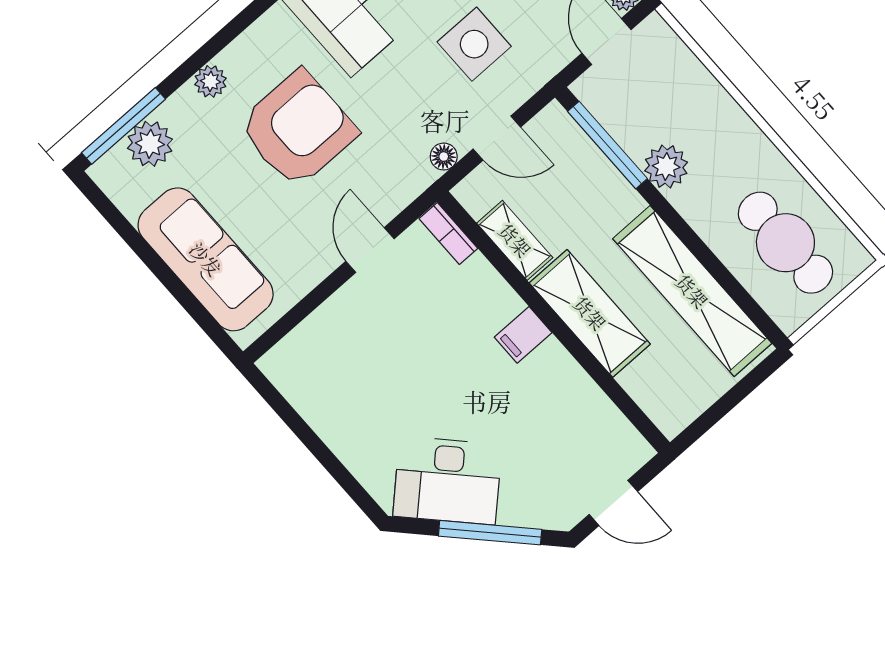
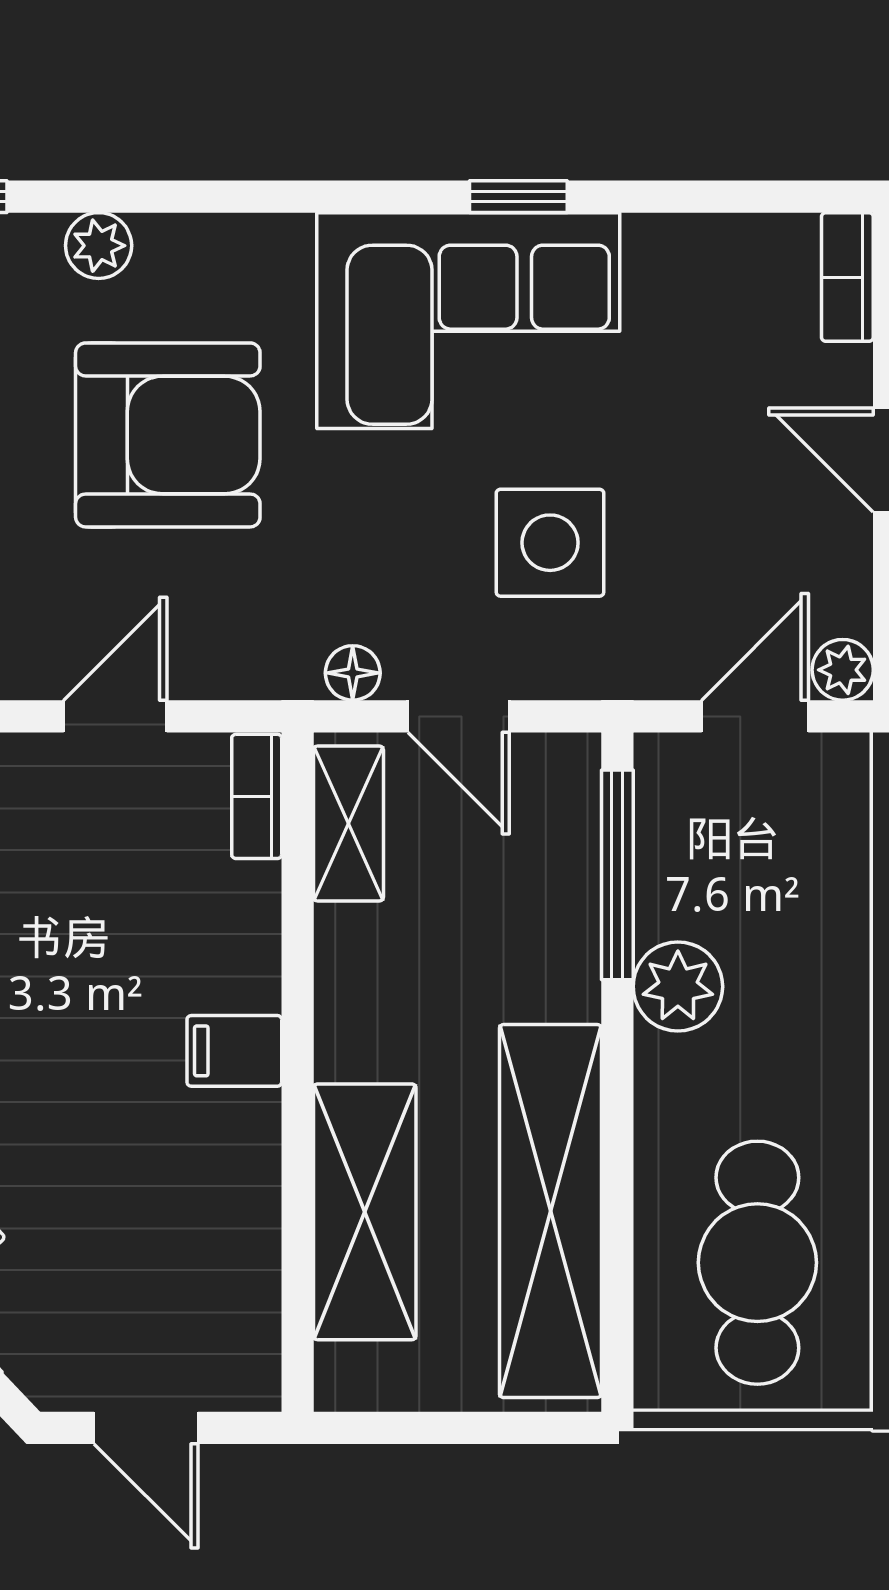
shelving: (515, 240) -> (348, 824), moved
shelving: (590, 313) -> (365, 1212), moved

